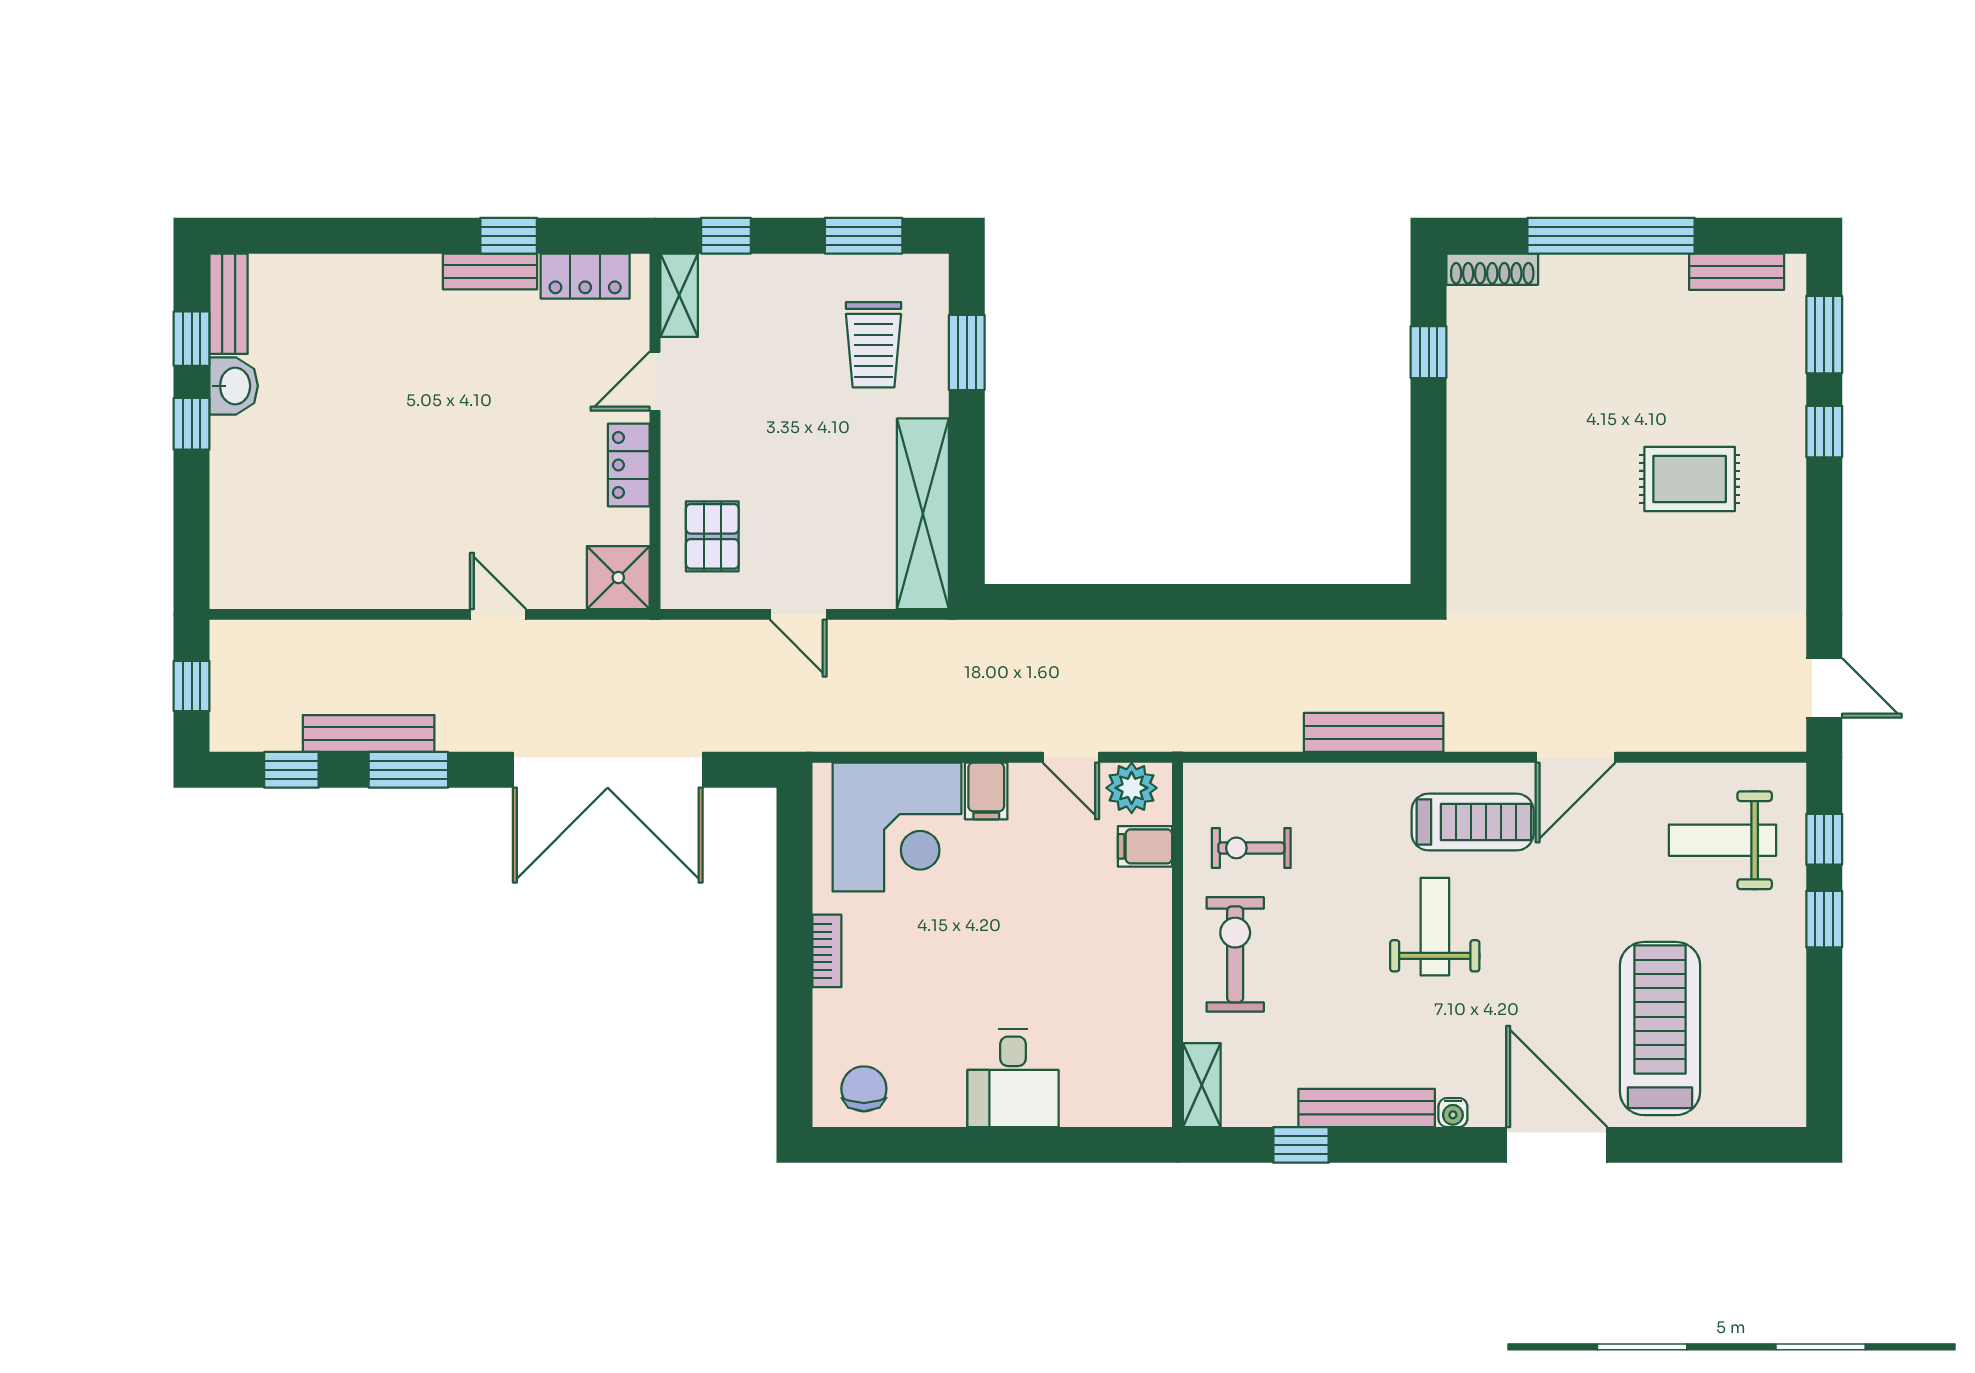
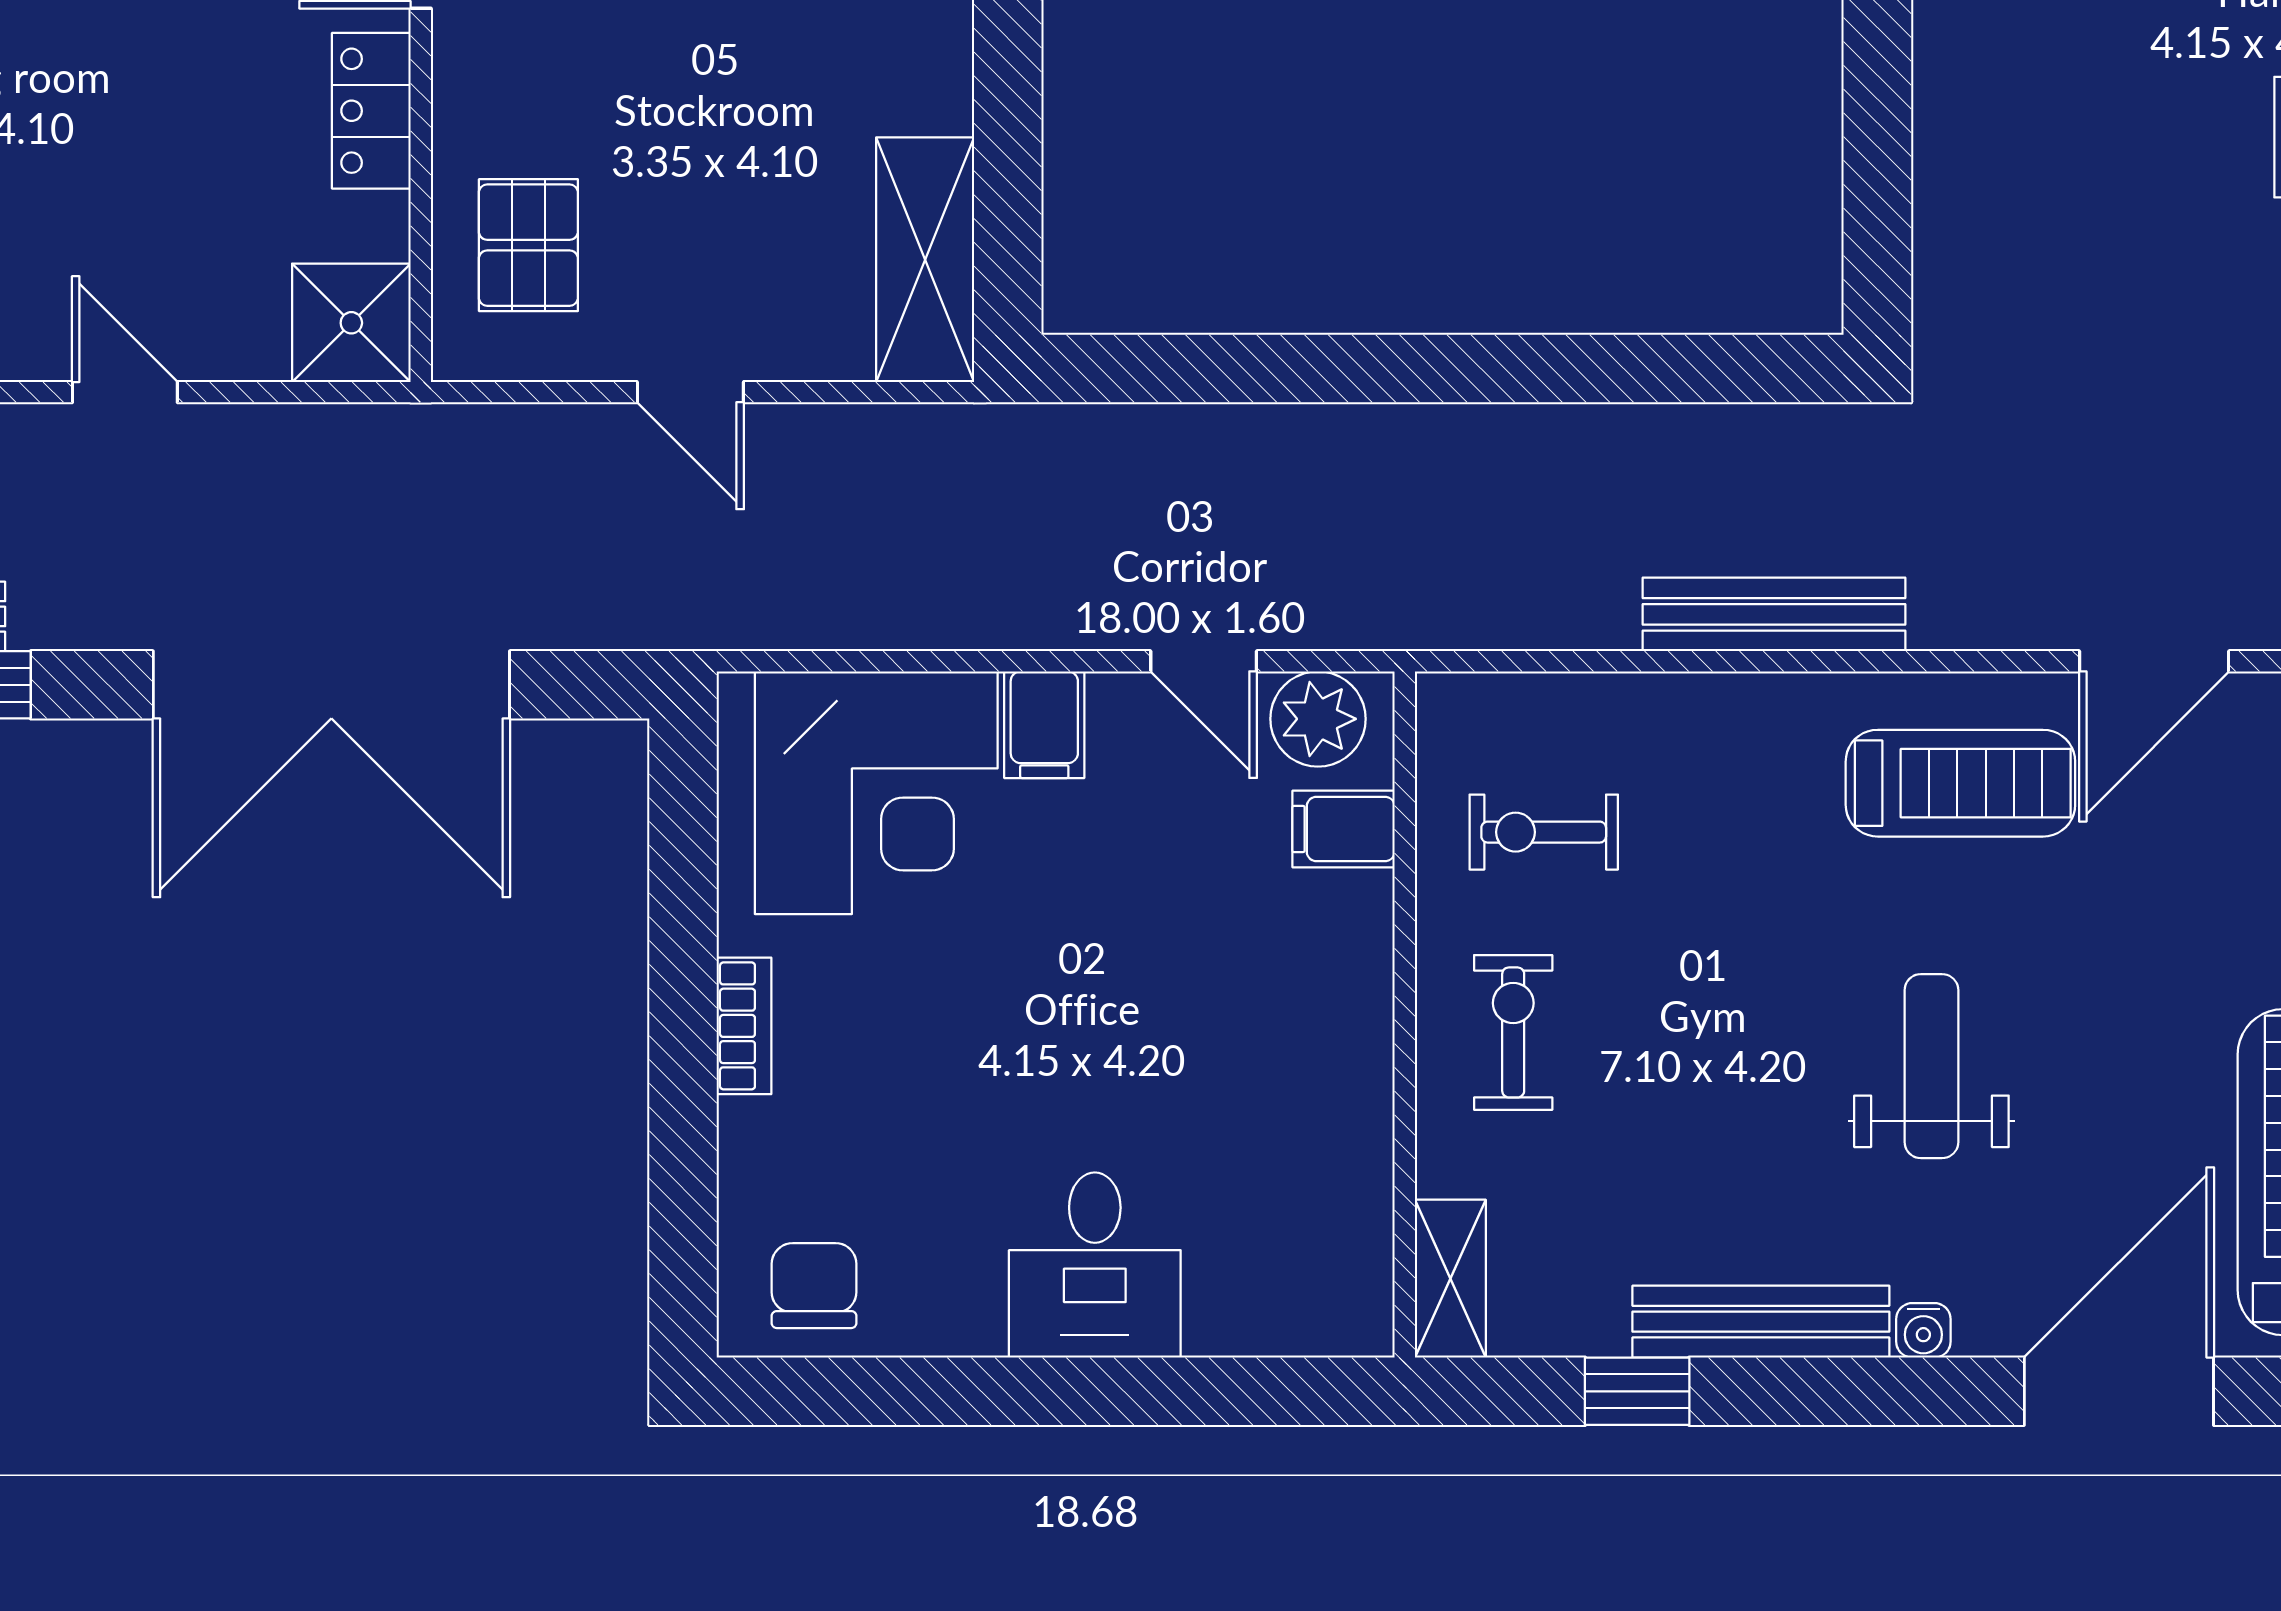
shelving: (923, 514) -> (925, 260), width x0.68
weight bench: (1435, 927) -> (1931, 1066), moved
exercise bike: (1235, 954) -> (1513, 1032), width x0.73, depth x0.72
door: (1557, 1145) -> (2119, 1391), hinge flipped

